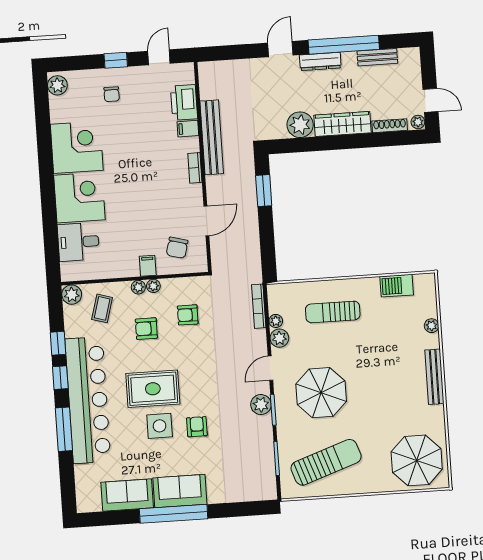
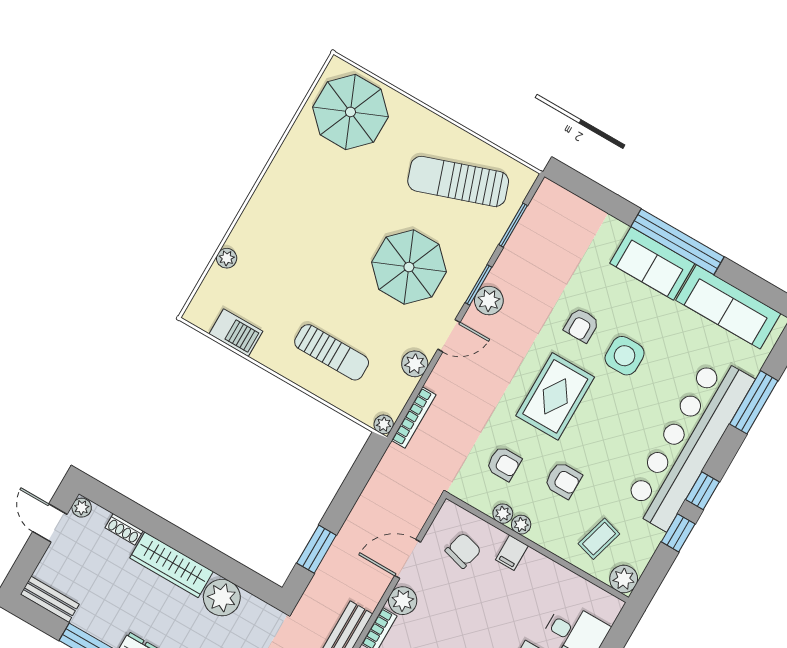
bench: (377, 57) -> (50, 599), moved
shoe rack: (390, 126) -> (124, 529), width x0.70
plant: (193, 194) -> (403, 601), added
plant: (138, 287) -> (503, 514), moved
plant: (276, 321) -> (384, 424), moved
bench: (434, 377) -> (264, 196), removed
rug: (153, 389) -> (555, 396), moved, turned 90
window: (64, 429) -> (754, 402), moved
sofa: (127, 495) -> (728, 307), width x1.36

